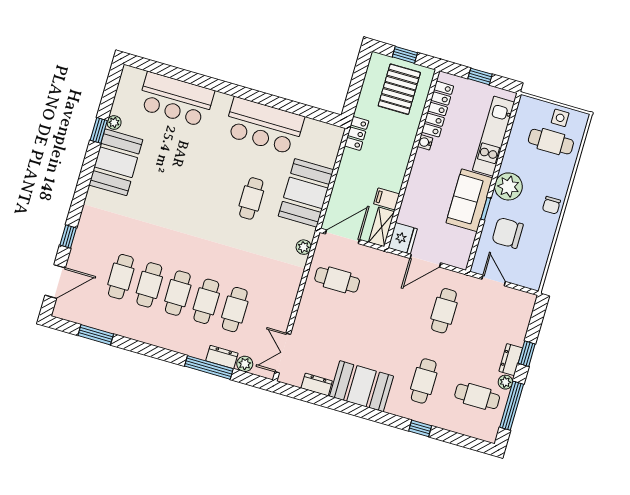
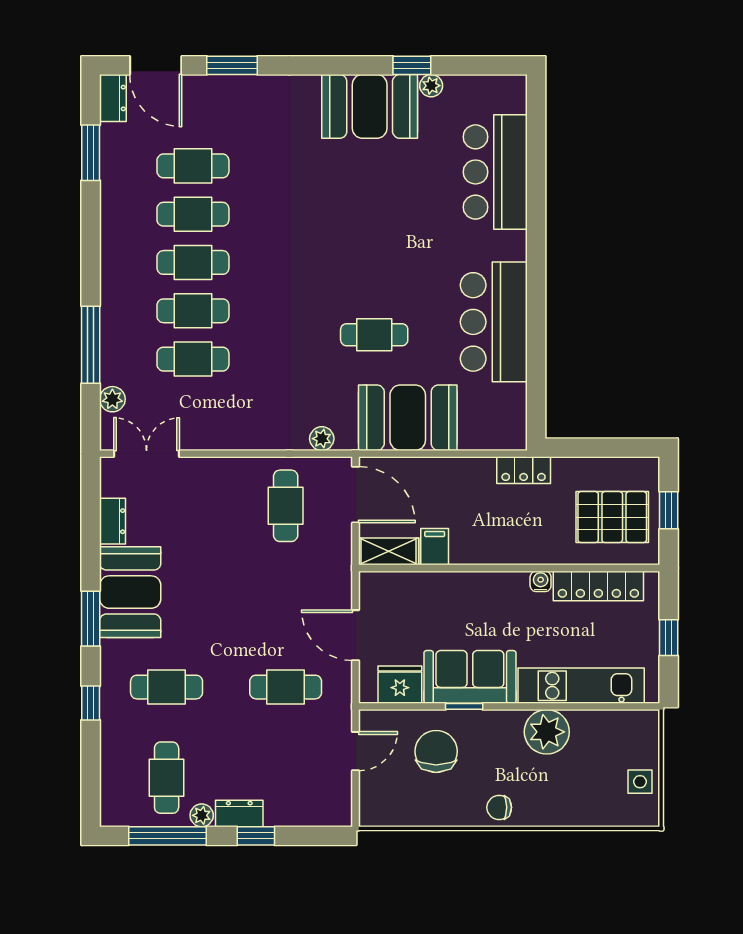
cafe table: (551, 142) -> (599, 778), removed
plant: (508, 186) -> (547, 732), moved
window: (68, 236) -> (232, 65), width x1.50
fridge: (403, 238) -> (400, 685), moved, turned 180
dresser: (222, 357) -> (113, 98), moved
window: (370, 414) -> (91, 619), added

